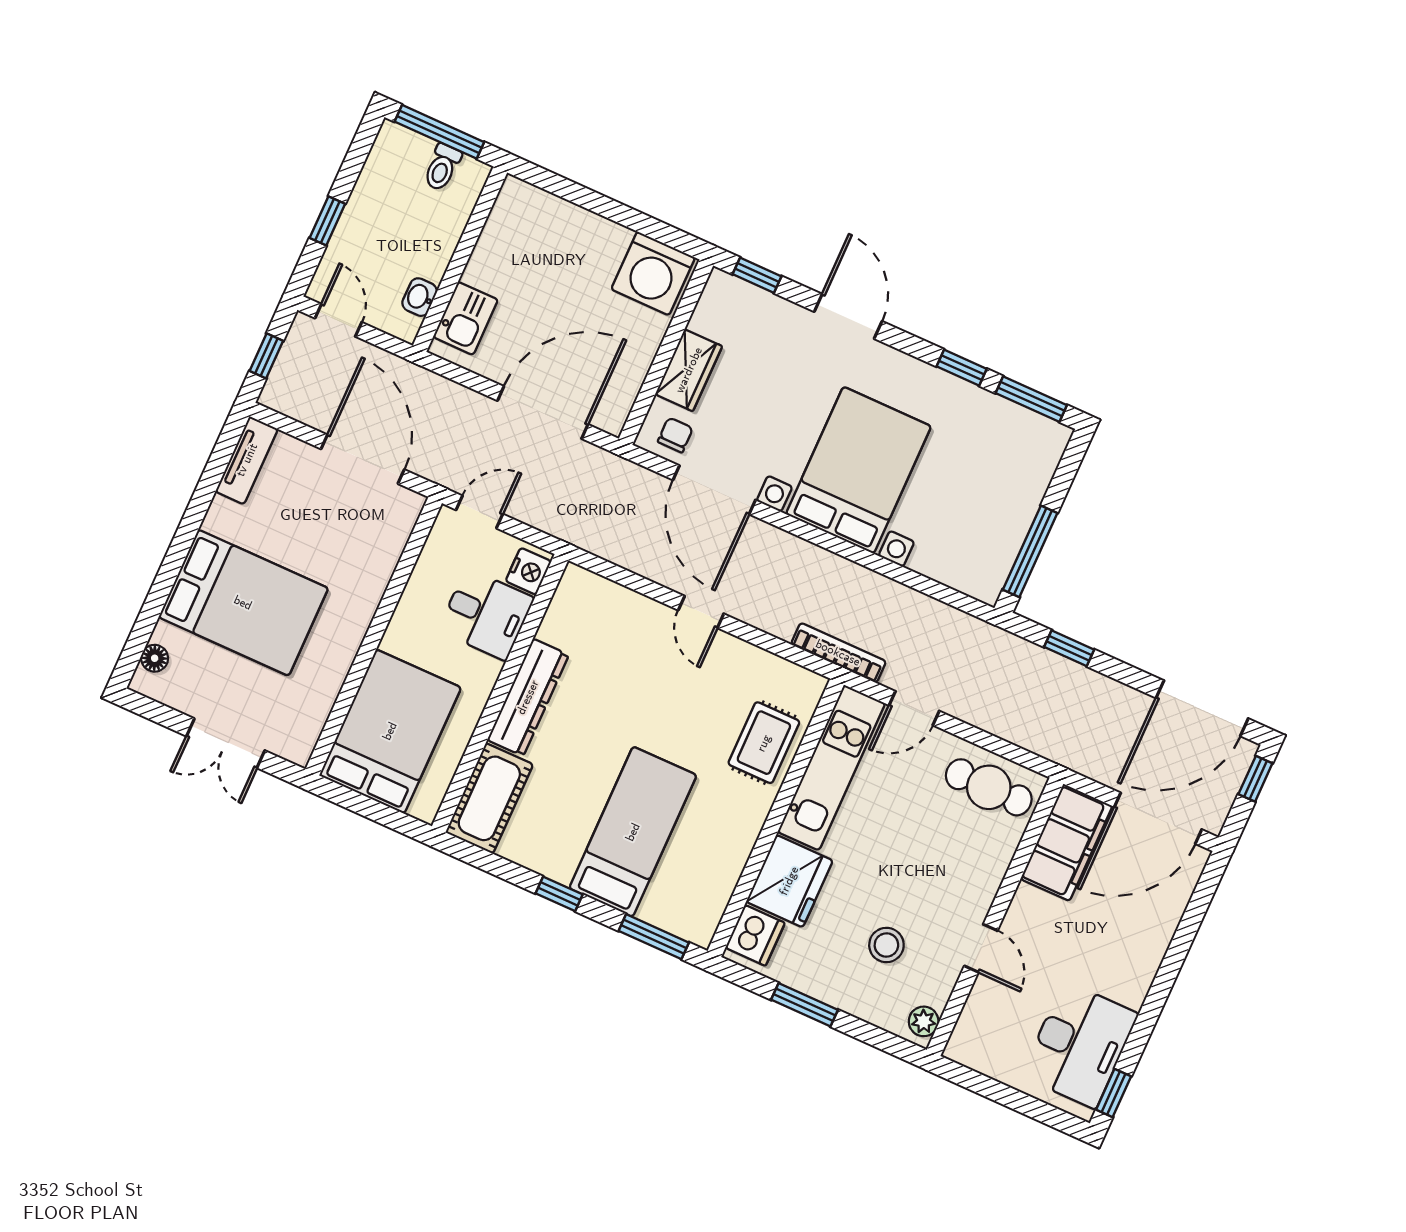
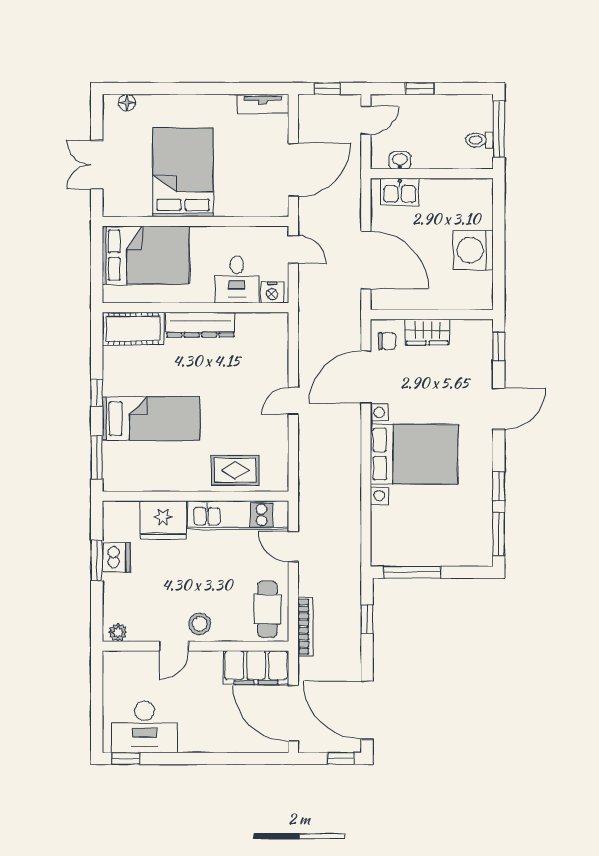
washing machine: (653, 273) -> (473, 250), moved
bed: (243, 603) -> (183, 172), moved, turned 180
bookcase: (838, 653) -> (305, 627), moved
dishwasher: (755, 935) -> (116, 557), moved, turned -90
stool: (886, 945) -> (200, 624), moved

